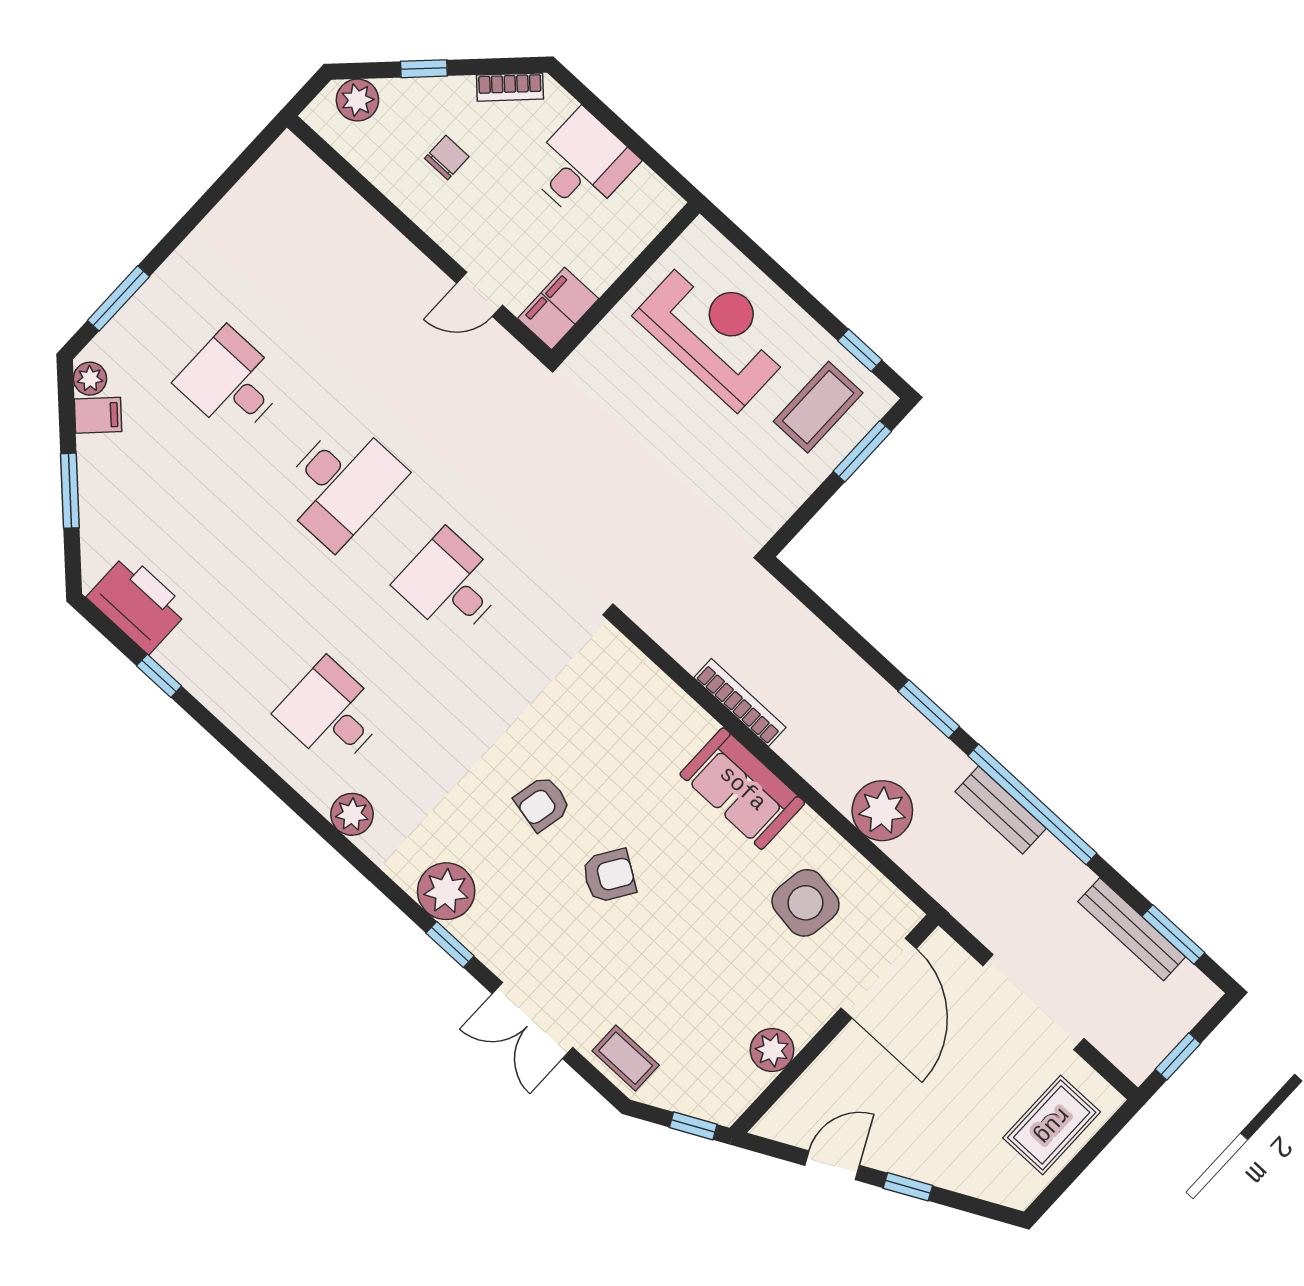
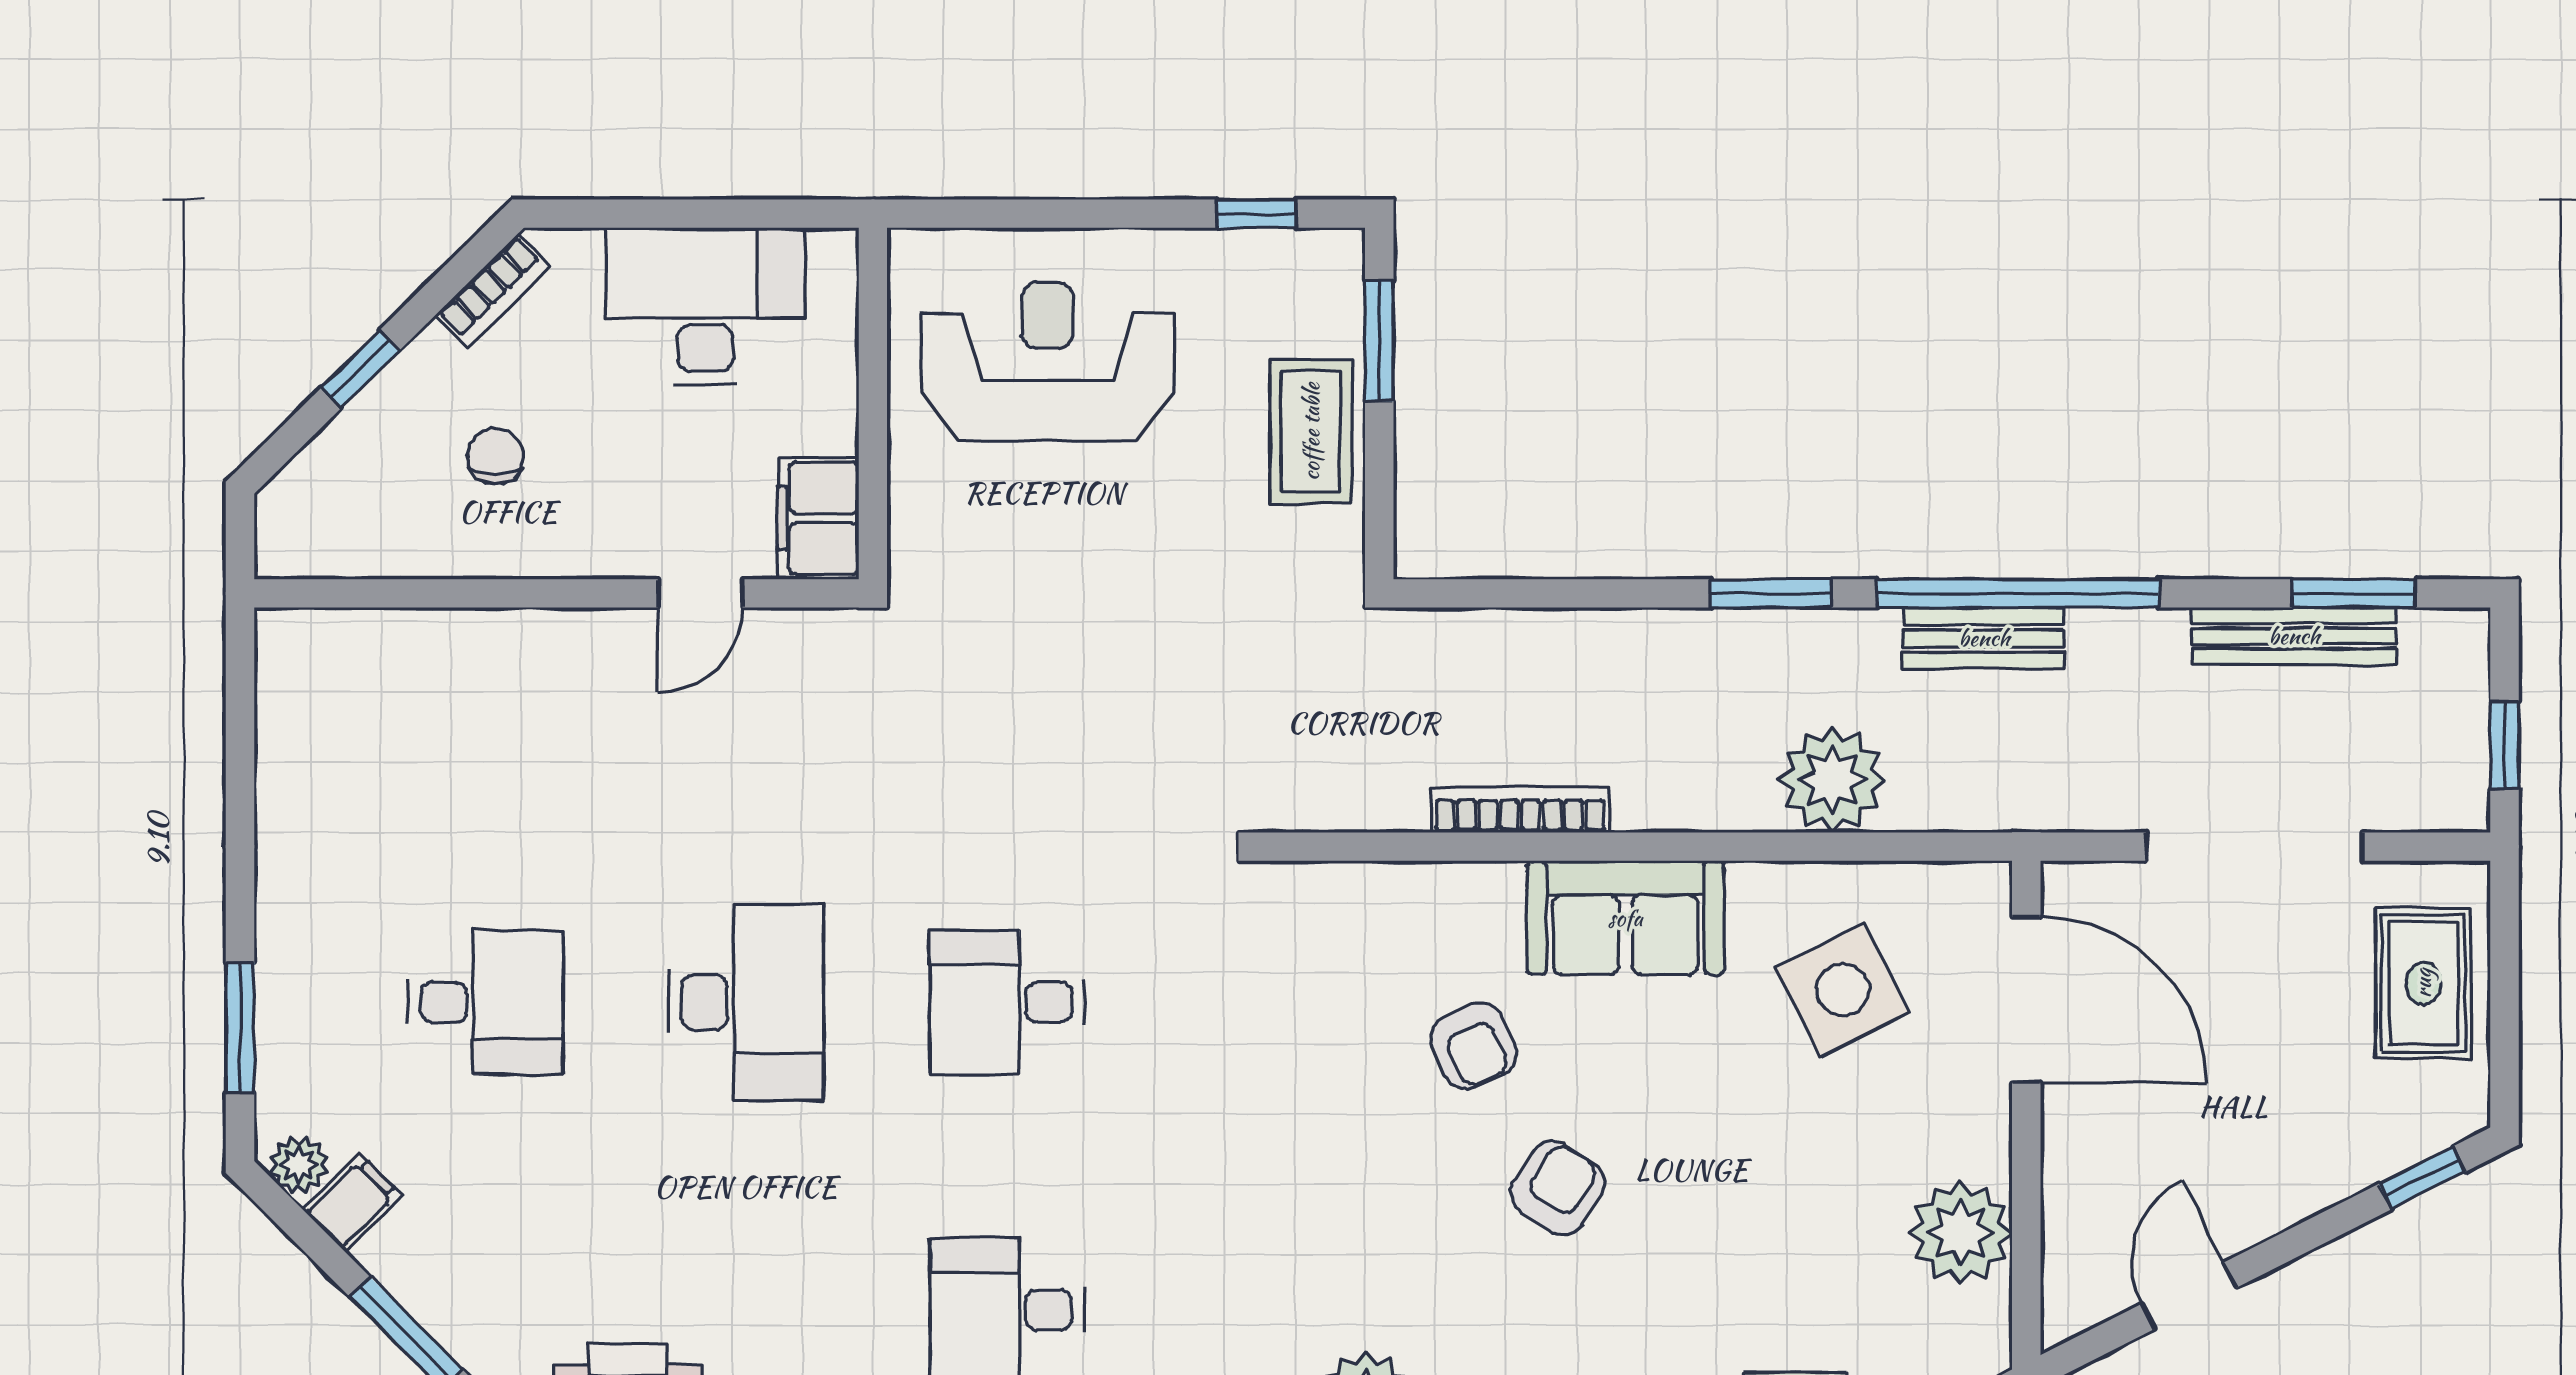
plant: (357, 100) -> (312, 488), removed
desk: (582, 165) -> (705, 306), width x1.37
desk: (231, 383) -> (486, 1002), turned 180
coffee table: (818, 407) -> (1311, 432), moved
armchair: (542, 803) -> (1473, 1046), moved, turned -36
side table: (805, 903) -> (1843, 990), turned -35
plant: (772, 1050) -> (1961, 1233), width x1.36, depth x1.36
window: (908, 1187) -> (2422, 1178), moved

